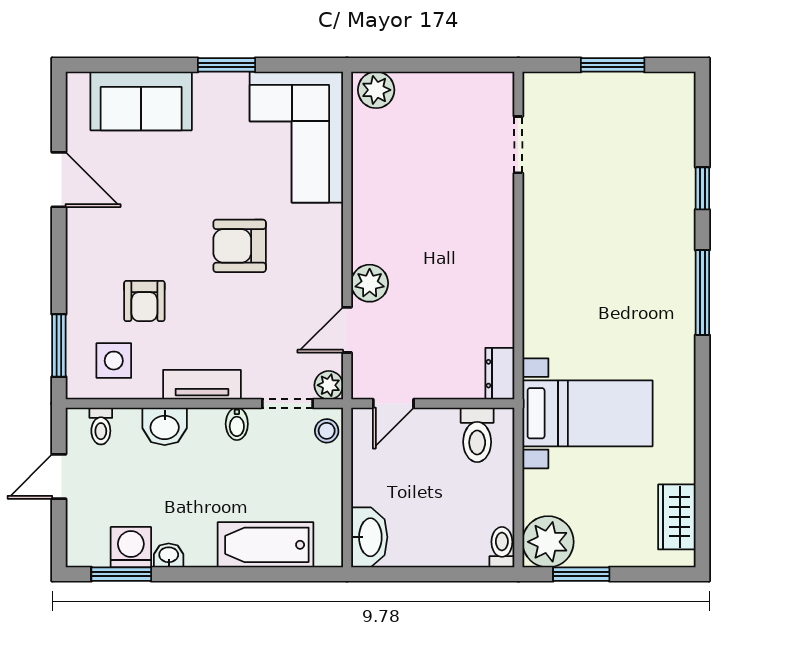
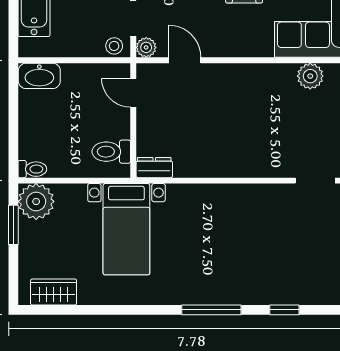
plant: (370, 283) -> (310, 76), moved

